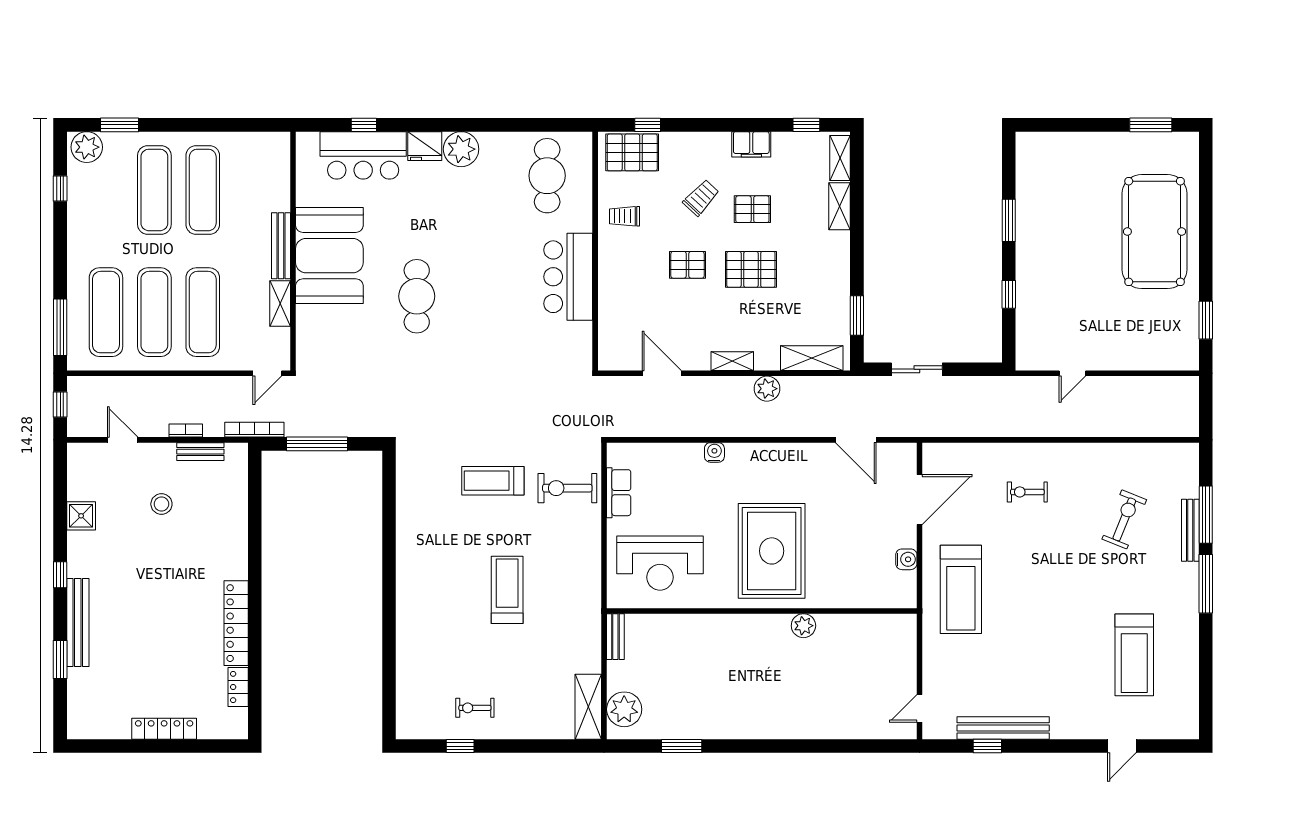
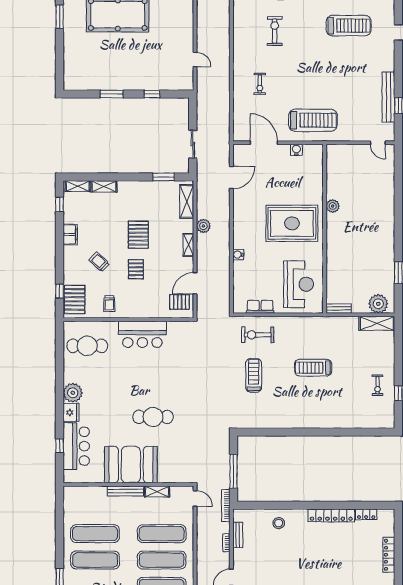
pallet: (752, 209) -> (180, 302), moved, turned 90
treadmill: (493, 481) -> (254, 375), turned 180
exercise bike: (567, 488) -> (258, 335), turned 90
stool: (161, 504) -> (279, 523), moved
exercise bike: (1124, 519) -> (275, 31), turned 68

